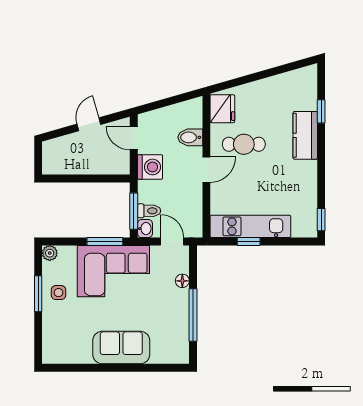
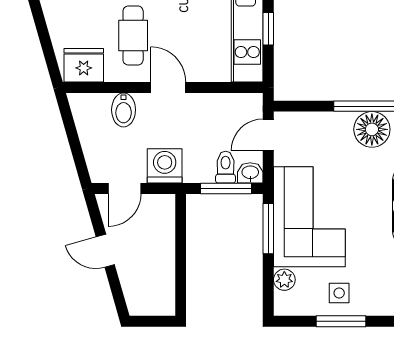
plant: (50, 253) -> (284, 280), moved
floor lamp: (182, 281) -> (372, 129), moved, width x1.89, depth x1.89

